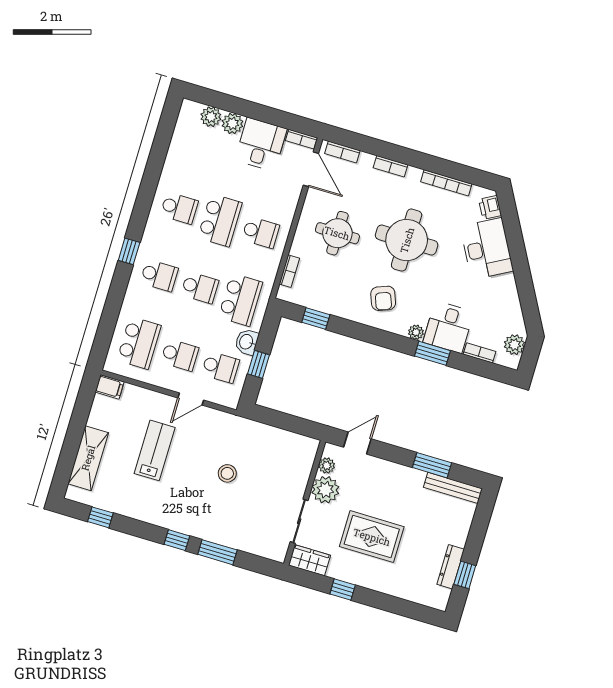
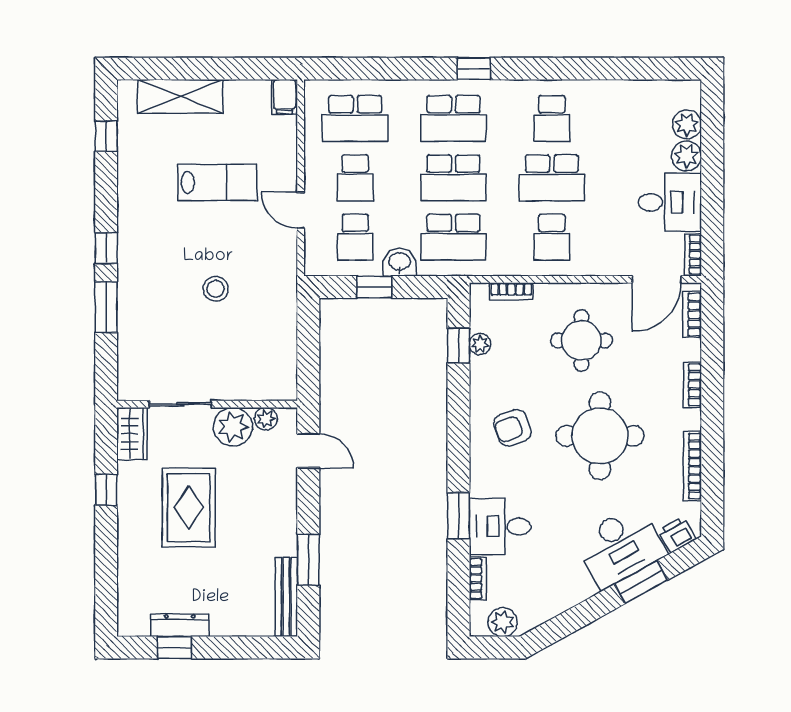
window: (515, 242) -> (641, 582), added
school desk: (159, 276) -> (453, 118), width x1.85
school desk: (200, 288) -> (453, 178), width x1.85
plant: (416, 332) -> (480, 344), moved

